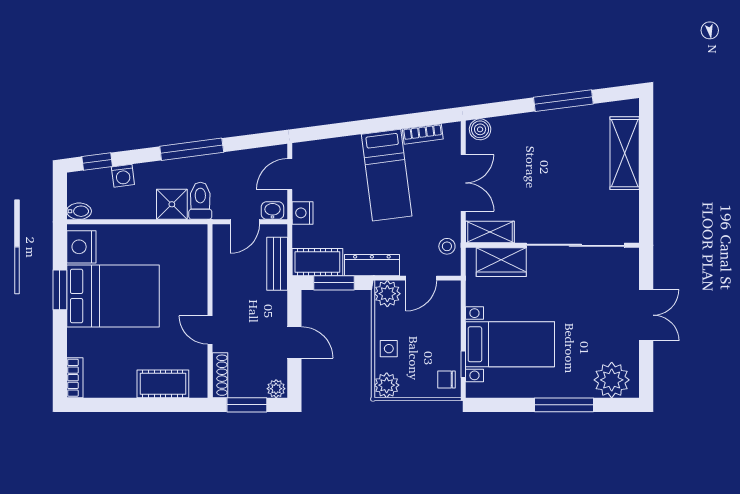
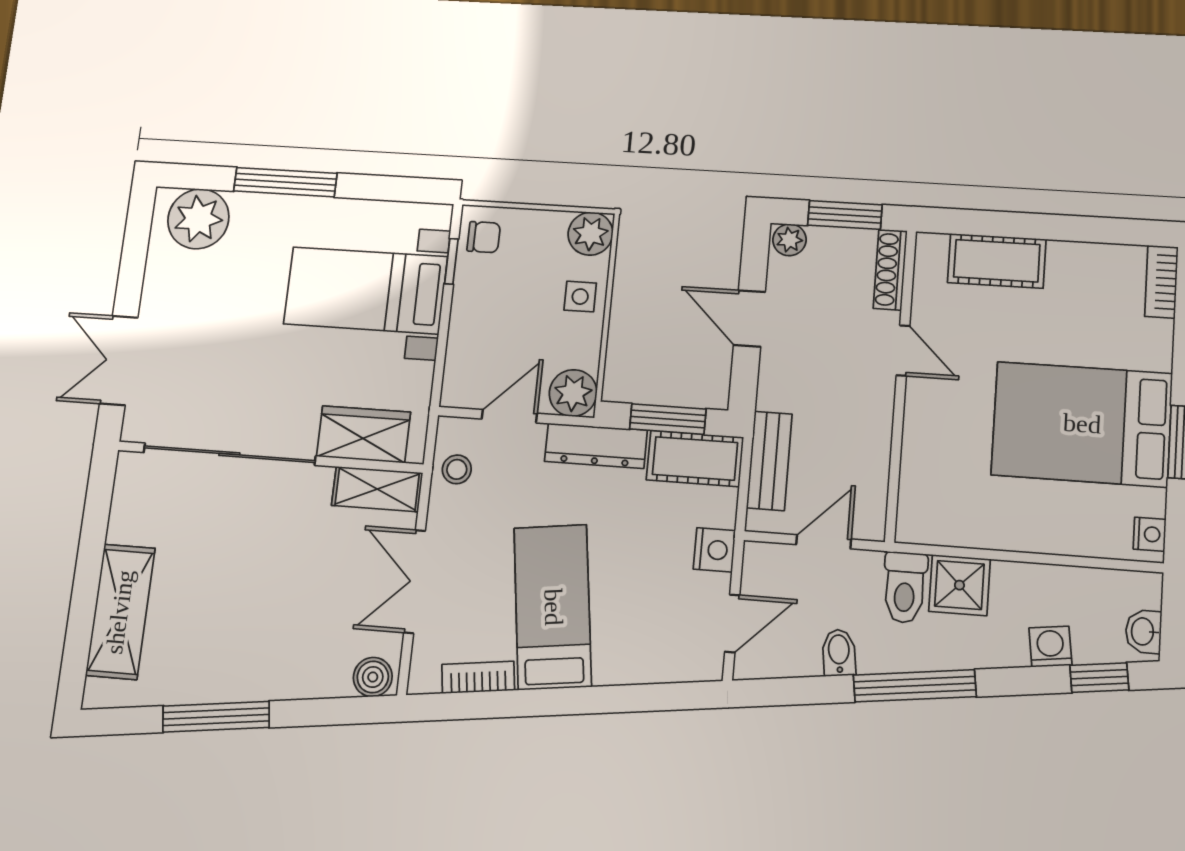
bidet: (79, 211) -> (839, 653), moved, turned 83
washbasin: (272, 211) -> (1143, 631), moved, turned 90
nightstand: (81, 247) -> (1150, 534), width x0.53, depth x0.56
double door: (646, 315) -> (119, 360), moved

